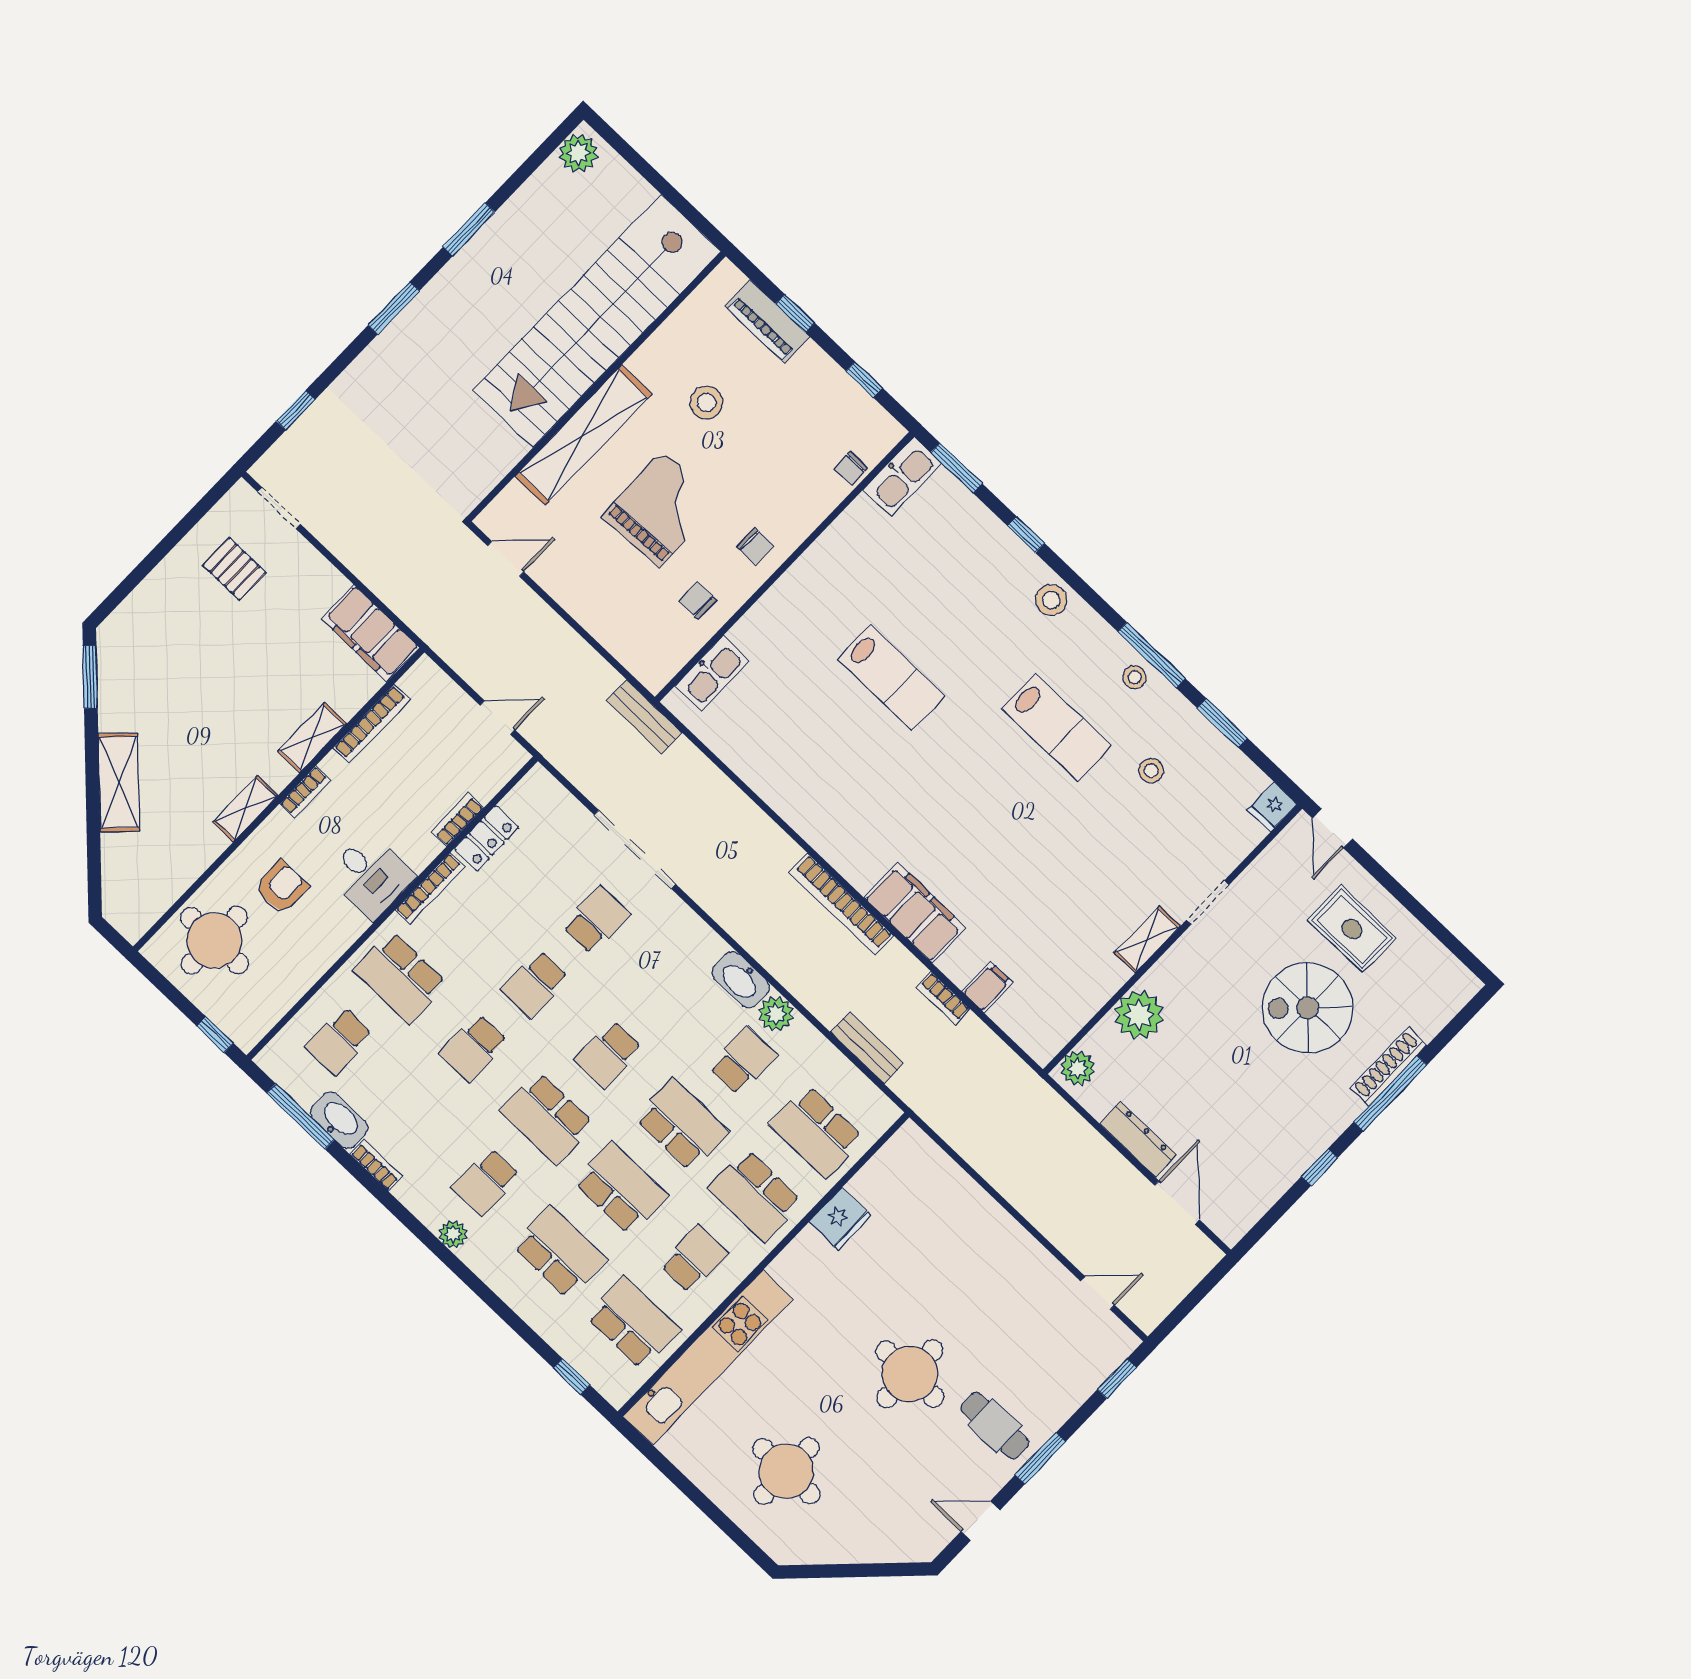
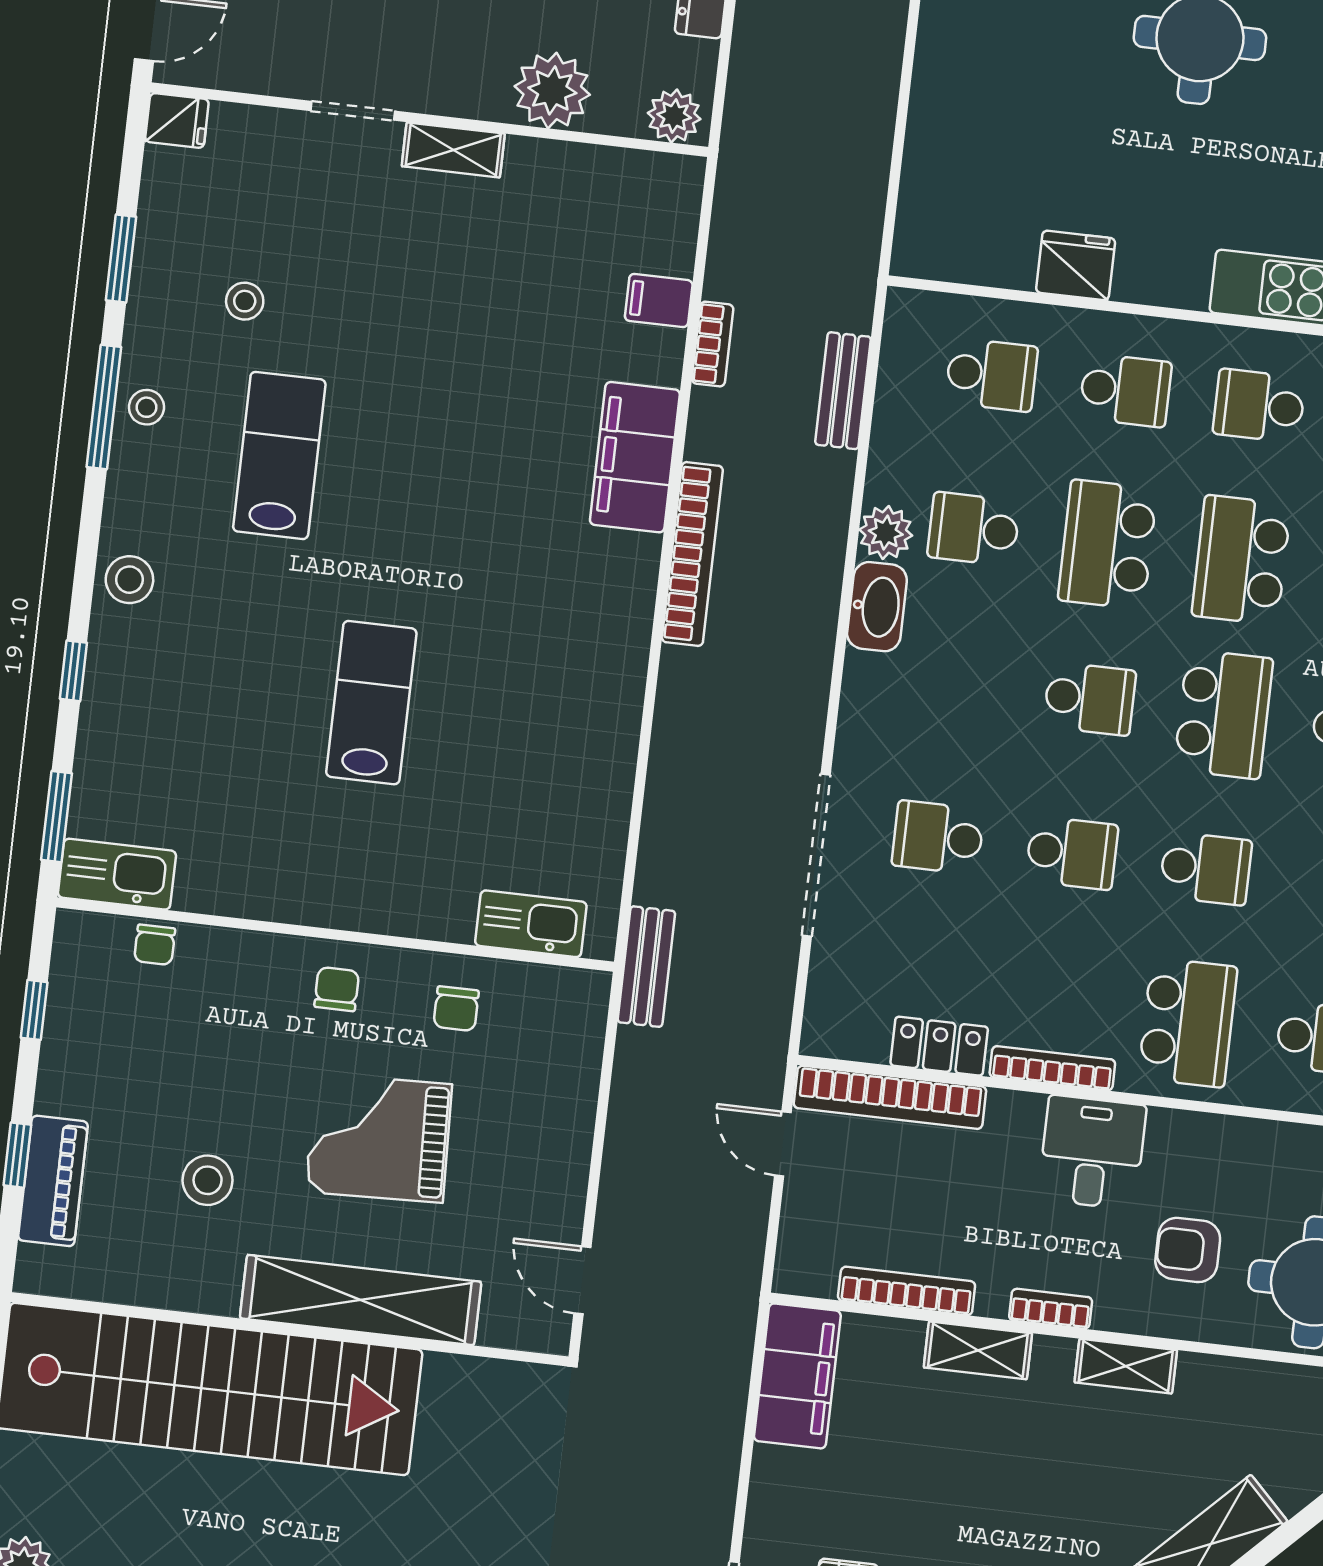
chair: (851, 468) -> (155, 945), turned 90
bookcase: (457, 820) -> (890, 1097), width x2.31, depth x1.31
school desk: (816, 1132) -> (992, 375), width x0.54
school desk: (755, 1195) -> (1125, 390), width x0.54

